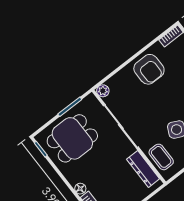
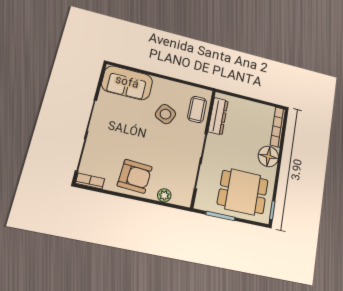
armchair: (149, 69) -> (135, 176), turned 94
plant: (103, 91) -> (164, 195), moved
floor lamp: (80, 189) -> (268, 156), width x1.89, depth x1.89

